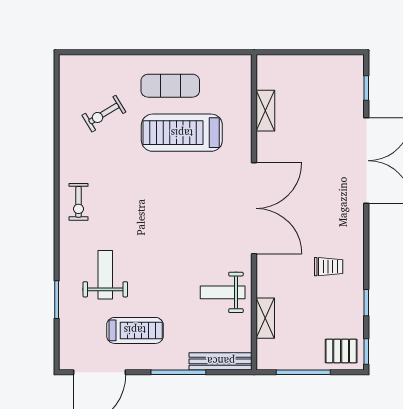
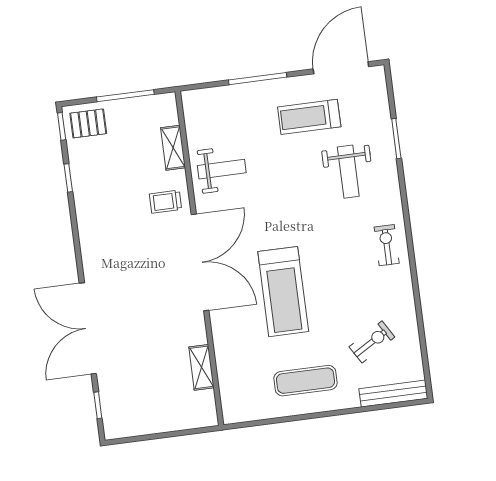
treadmill: (182, 133) -> (283, 292), moved, turned 90
double door: (254, 208) -> (200, 262), swing flipped
trolley: (329, 267) -> (166, 202), moved
bench: (221, 361) -> (393, 394), moved

